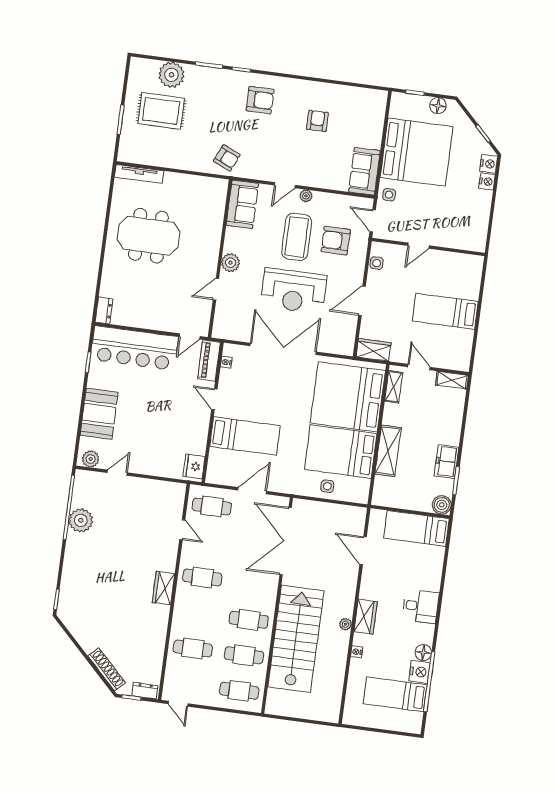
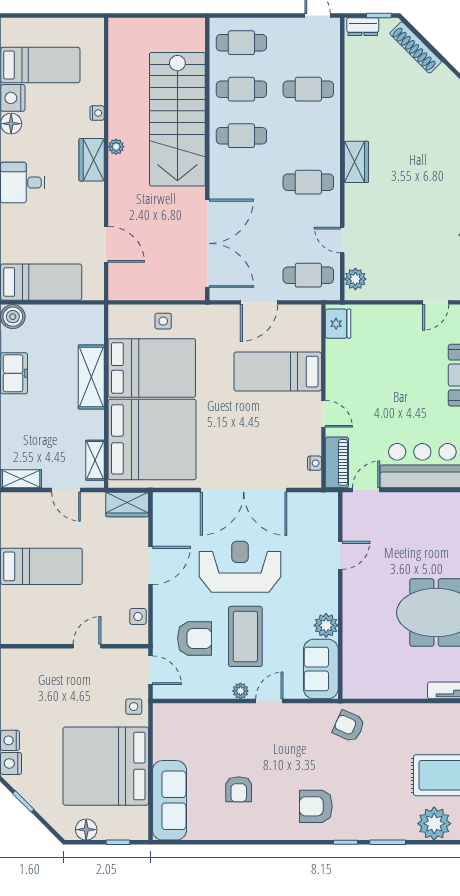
sofa: (364, 171) -> (169, 800), moved, width x1.36
plant: (231, 263) -> (326, 625), moved
plant: (176, 499) -> (355, 279), added

